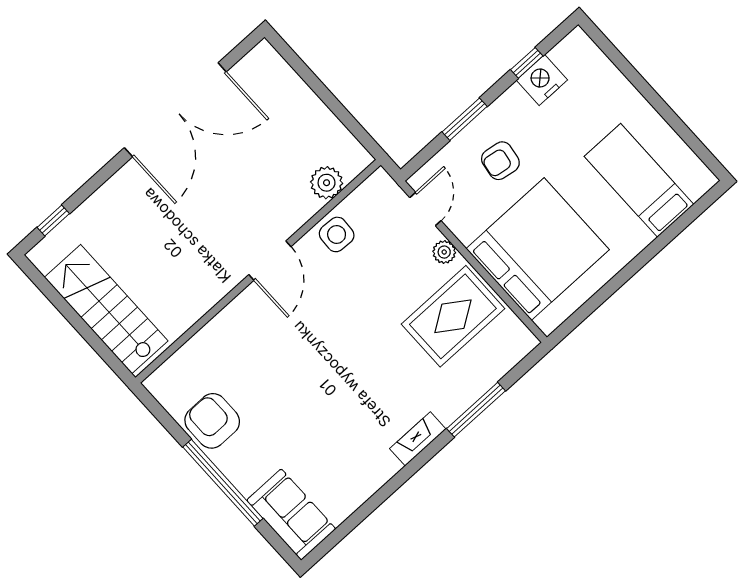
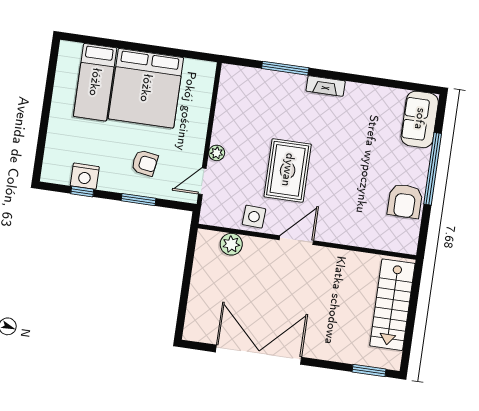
window: (53, 220) -> (369, 371), width x1.50
bed: (538, 249) -> (146, 88), moved, turned -90
rug: (453, 316) -> (288, 170), moved, turned 90

